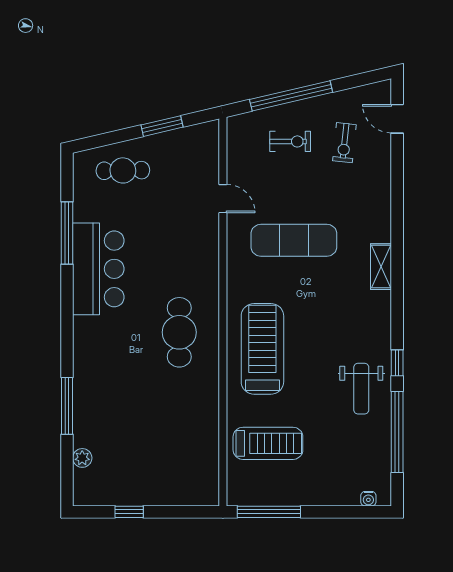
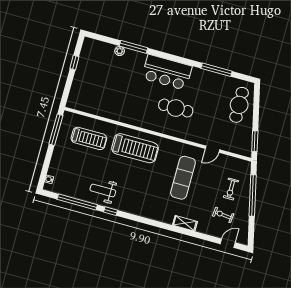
window: (162, 126) -> (255, 141), moved
cafe table: (123, 170) -> (239, 105), width x1.37, depth x1.35
shelving: (381, 267) -> (185, 223), moved
bar counter: (98, 269) -> (167, 72), moved
cafe table: (179, 332) -> (176, 108), moved
treadmill: (268, 443) -> (89, 138), turned -90
plant: (82, 458) -> (120, 51), moved

